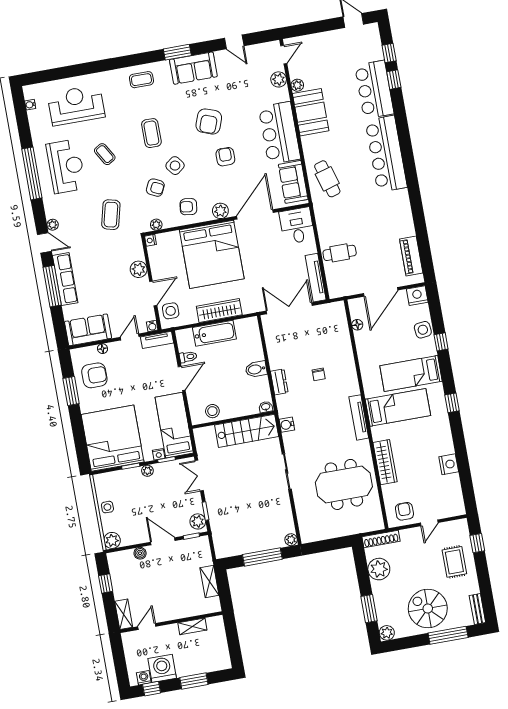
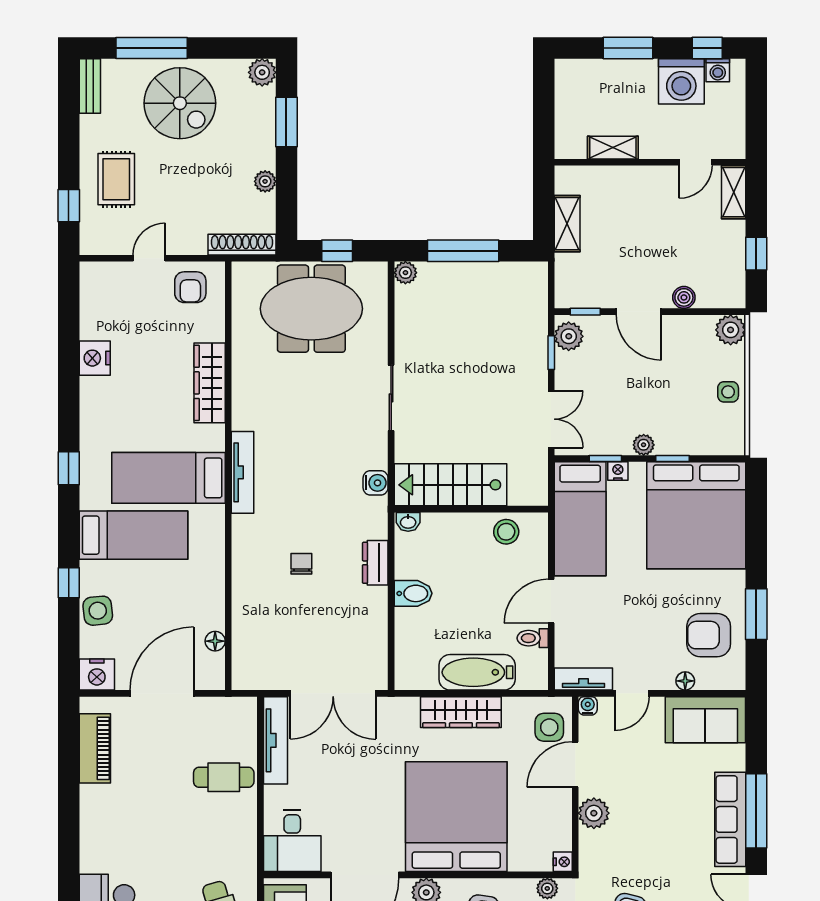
meeting table: (344, 484) -> (311, 309), moved
window: (330, 545) -> (337, 251), added
plant: (379, 569) -> (265, 181), width x0.53, depth x0.53

